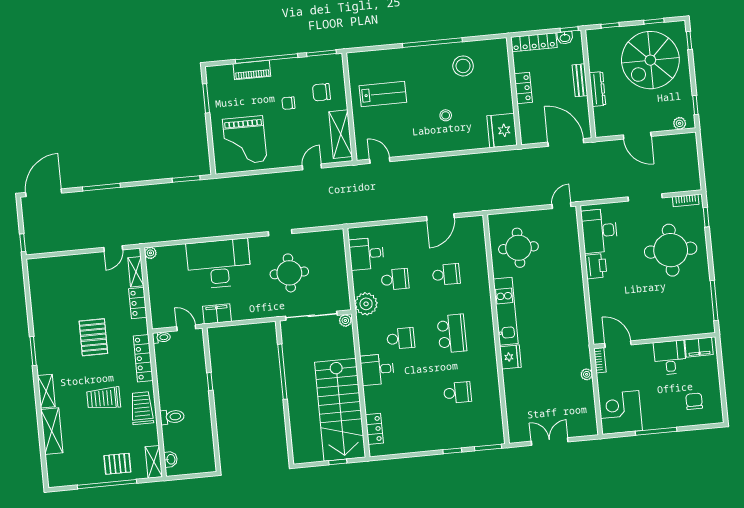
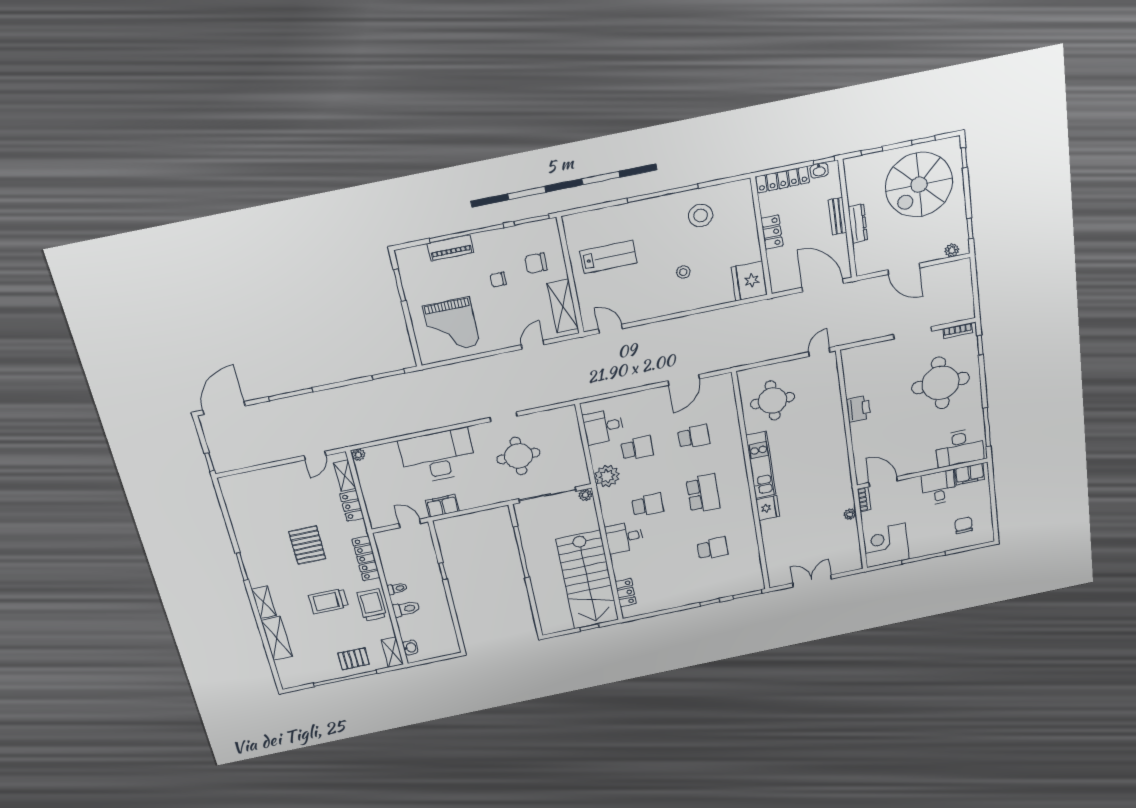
desk: (599, 231) -> (960, 448), moved, turned -90
toilet: (161, 337) -> (397, 588), moved

